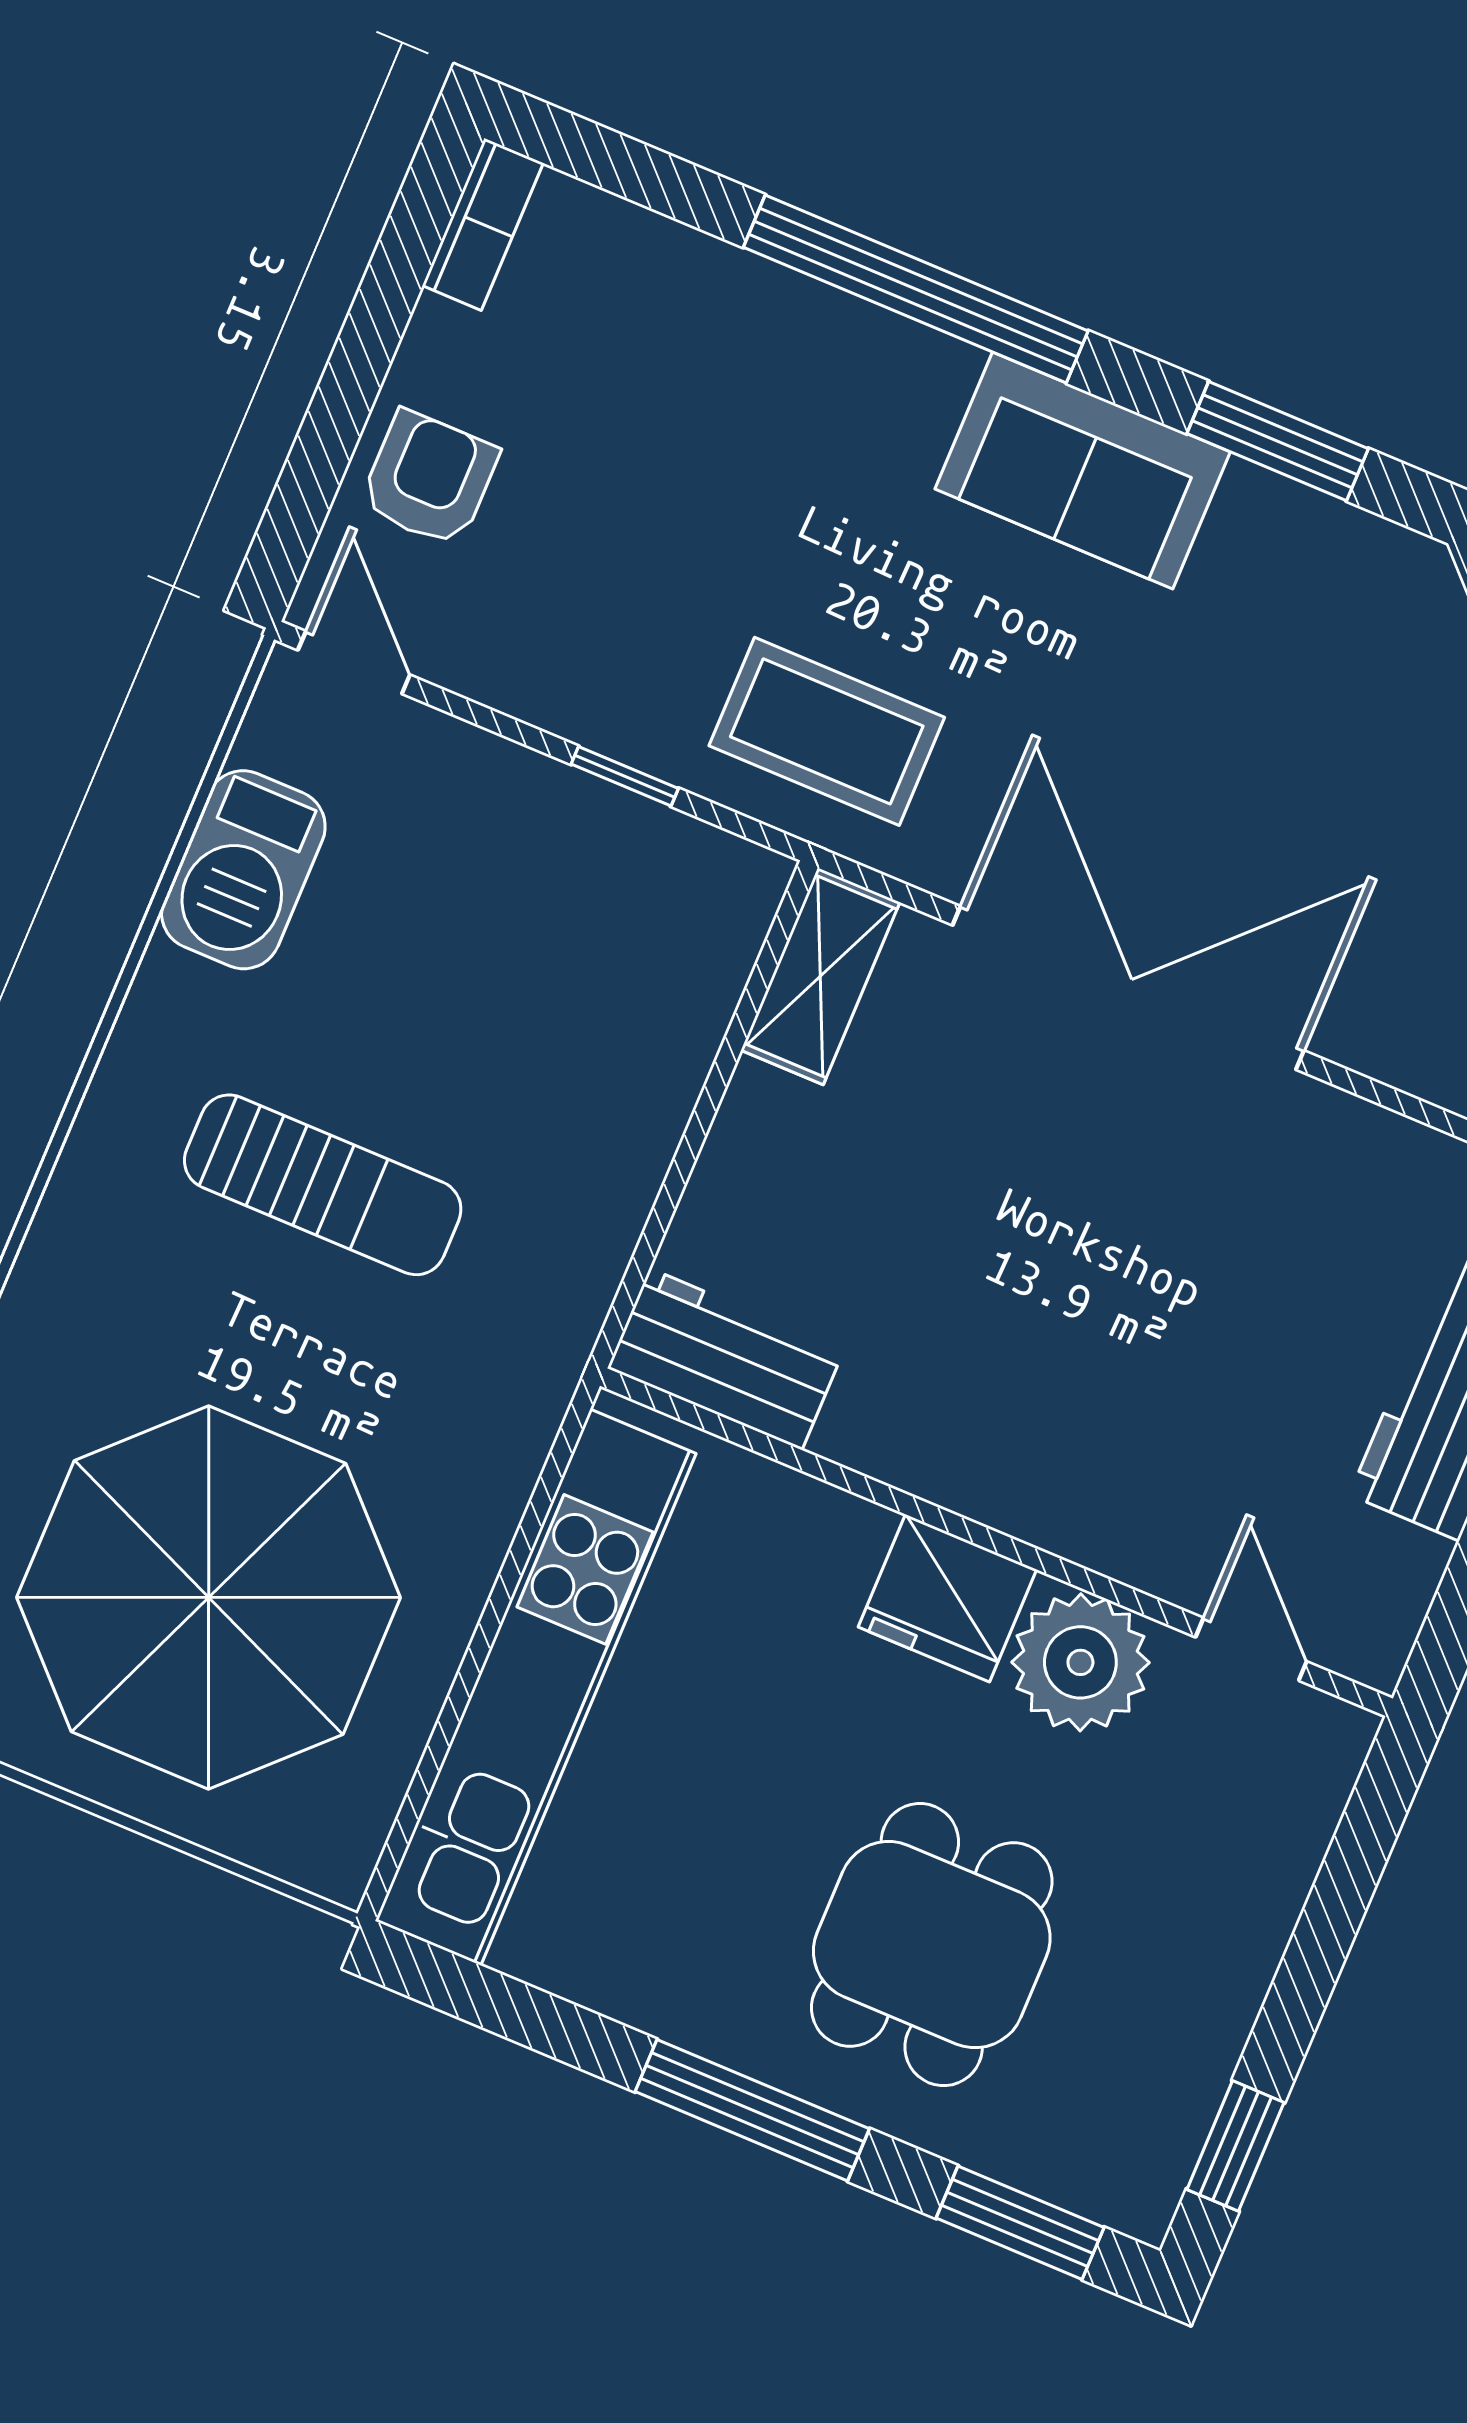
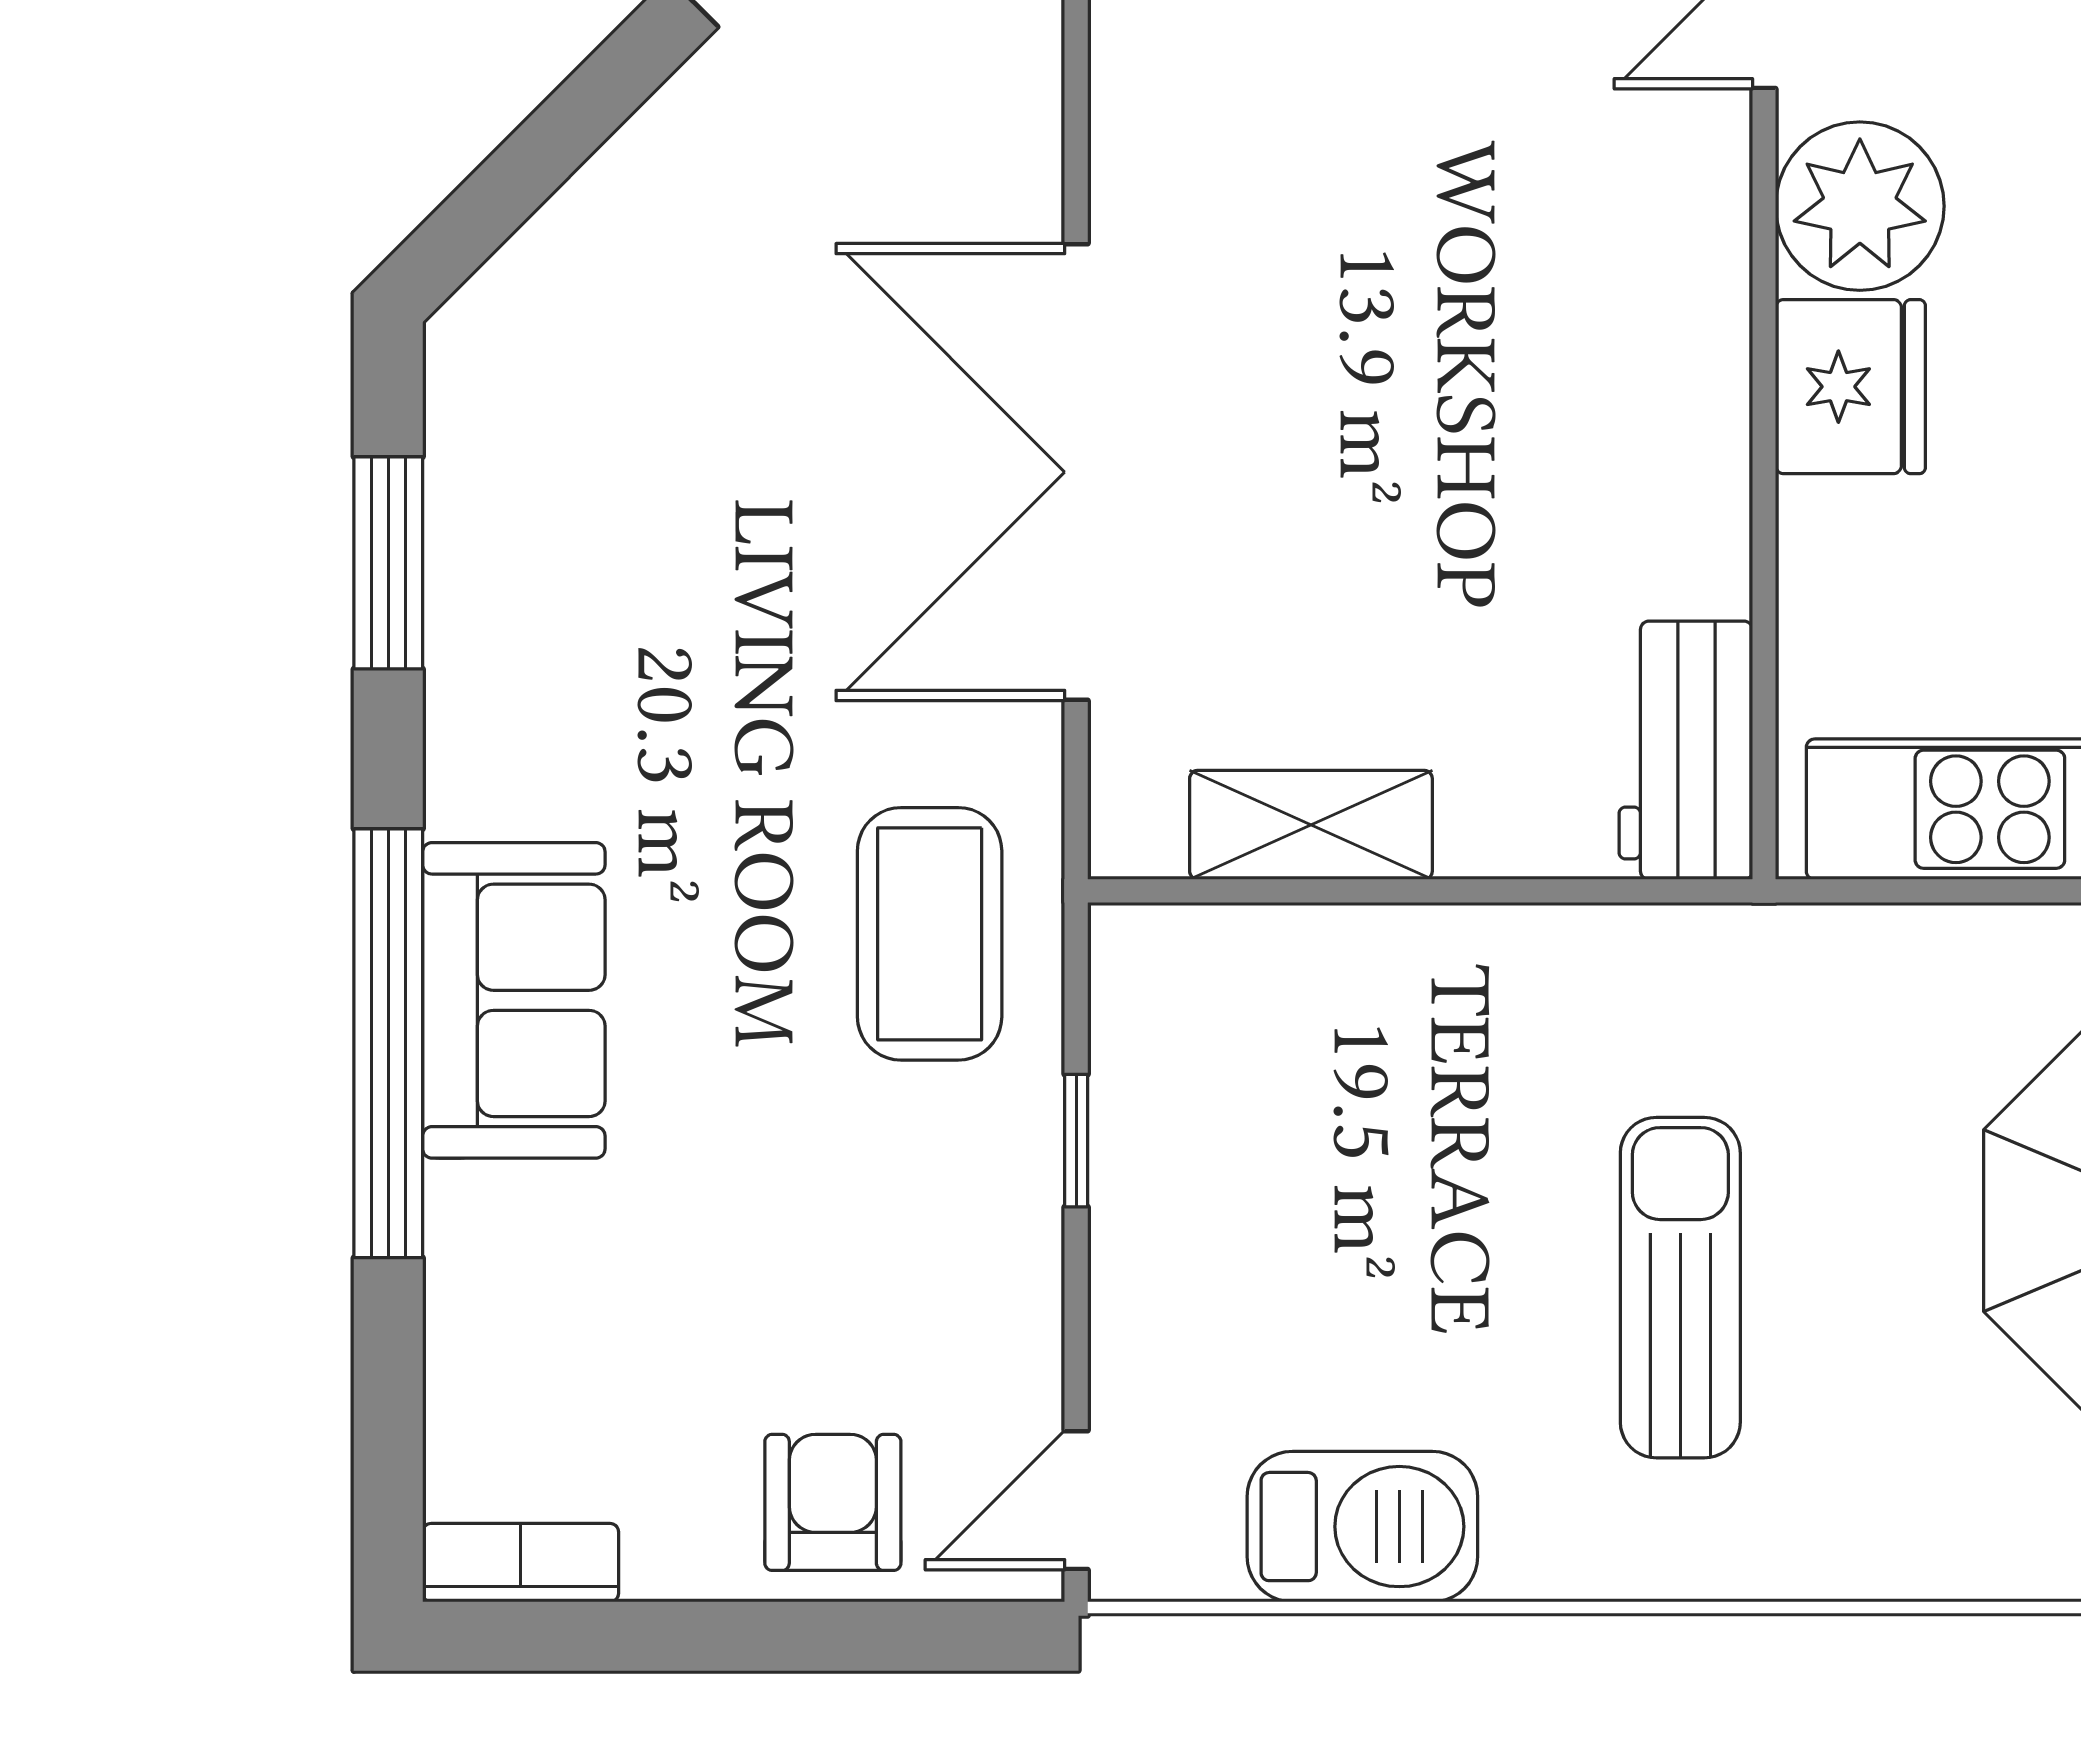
sofa: (1083, 470) -> (514, 1000), moved
armchair: (429, 479) -> (833, 1502), turned 90
shelving: (820, 976) -> (1311, 825), moved

